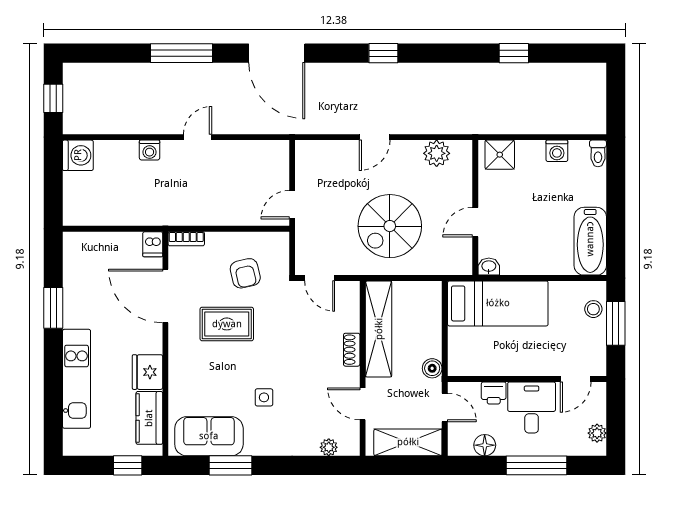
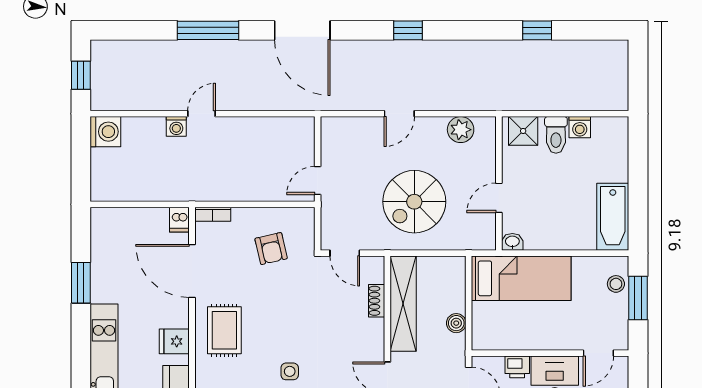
door: (198, 137) -> (202, 114), moved
toilet: (598, 153) -> (556, 135), moved, width x1.37, depth x1.39
rug: (227, 324) -> (224, 330), moved, turned 90
shoe rack: (352, 350) -> (377, 301), moved
boiler: (432, 368) -> (456, 323), moved
fridge: (147, 372) -> (174, 341), width x0.72

